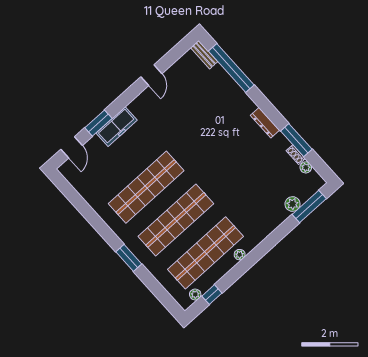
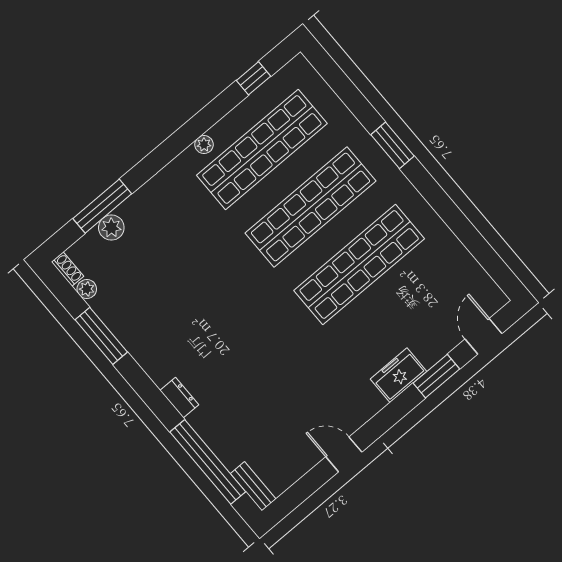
door: (151, 75) -> (344, 454), hinge flipped
dresser: (265, 123) -> (179, 398), moved, width x0.70
freezer: (117, 127) -> (398, 375), width x0.71
shoe rack: (296, 155) -> (68, 269), moved
window: (309, 207) -> (102, 206), moved
plant: (195, 294) -> (282, 79), removed

